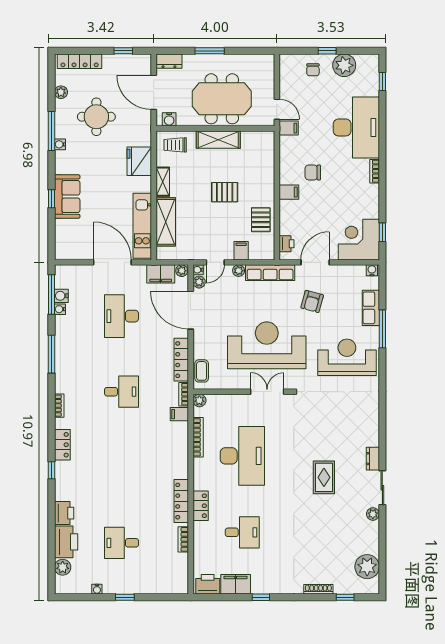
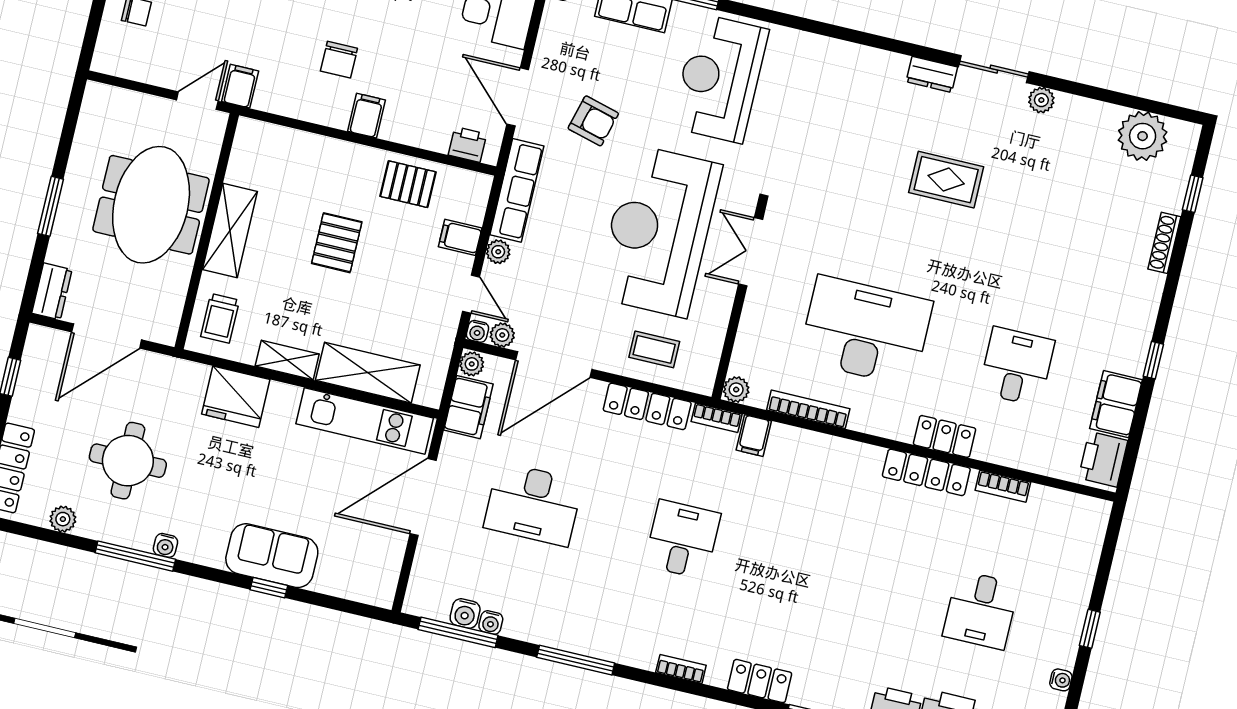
water cooler: (169, 119) -> (167, 318), removed
coffee table: (202, 371) -> (654, 349), moved

